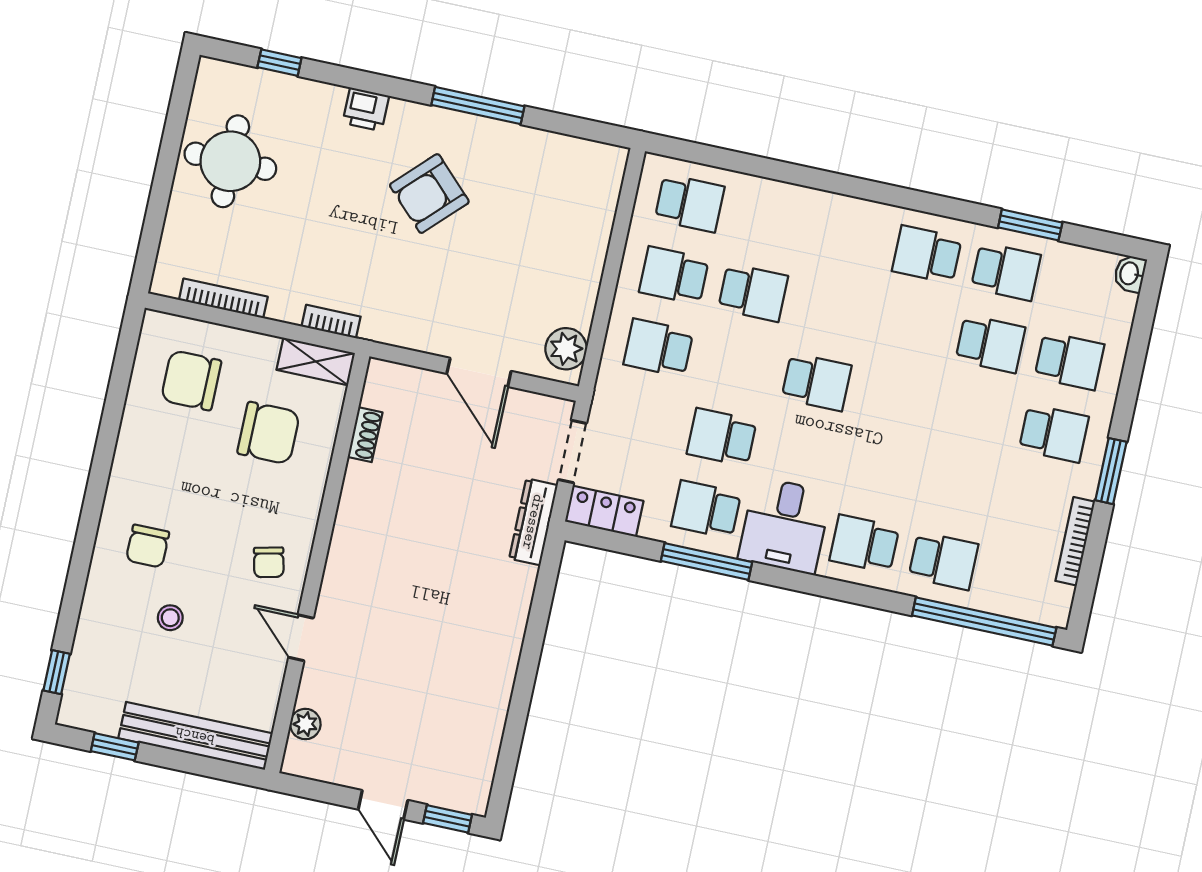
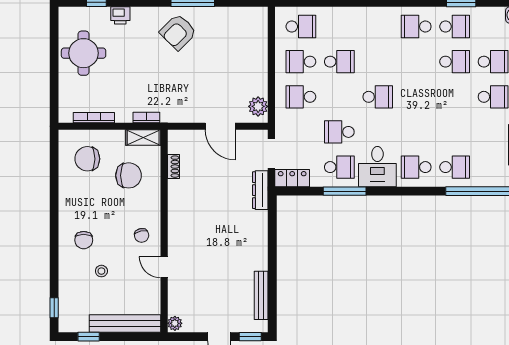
printer: (366, 109) -> (120, 15), moved
armchair: (429, 194) -> (178, 32), moved
school desk: (706, 510) -> (339, 167), turned 180
plant: (305, 724) -> (175, 323), moved
bench: (488, 739) -> (261, 295), added

